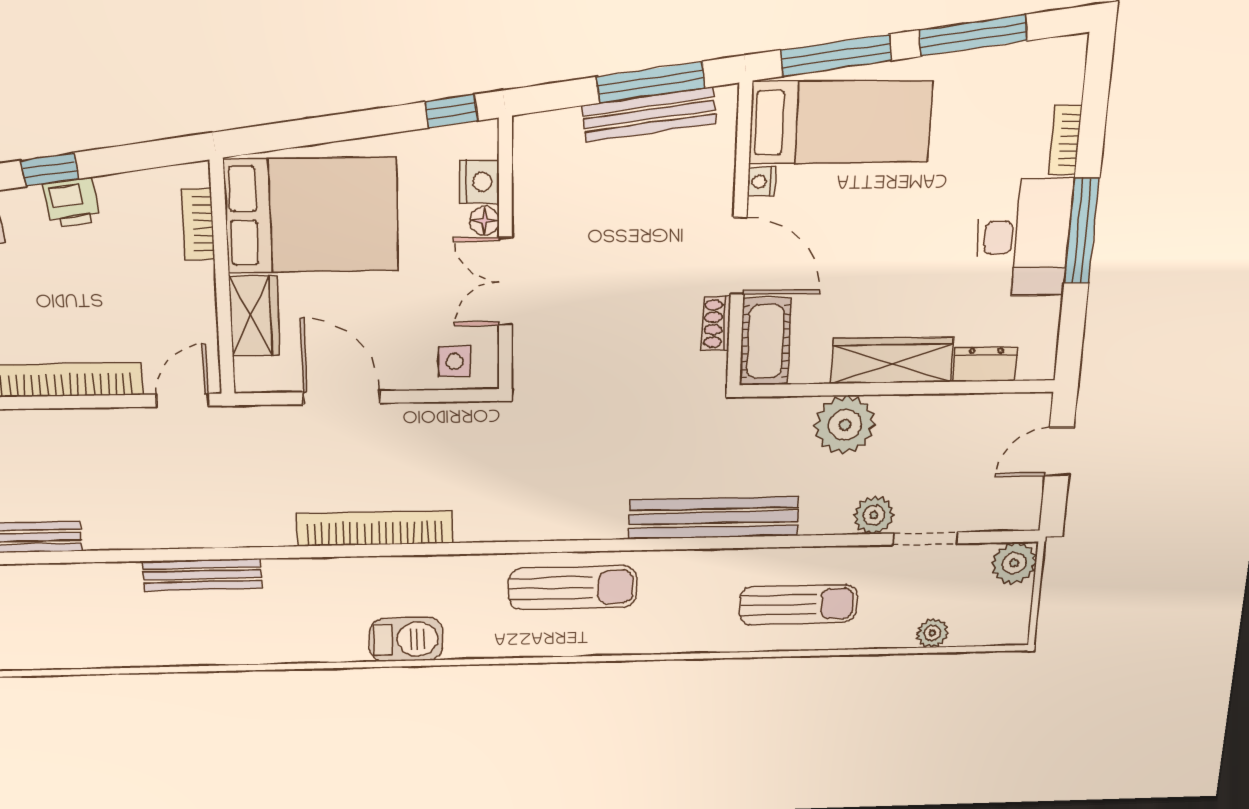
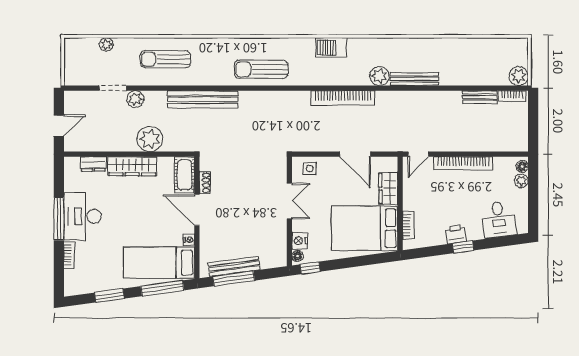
window: (973, 35) -> (109, 296), width x0.69
floor lamp: (485, 221) -> (298, 256), moved
plant: (1014, 563) -> (379, 76), moved

